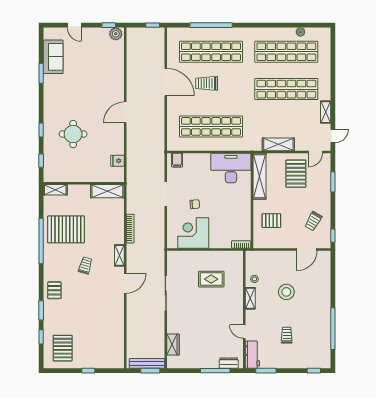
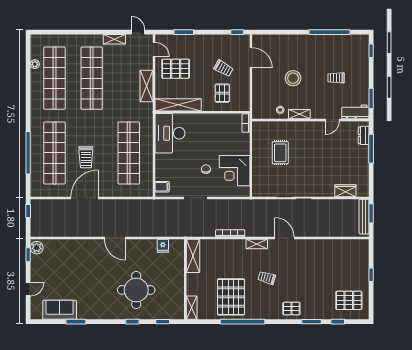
round table: (73, 134) -> (136, 290), width x1.36, depth x1.36
trolley: (313, 221) -> (223, 68), moved

